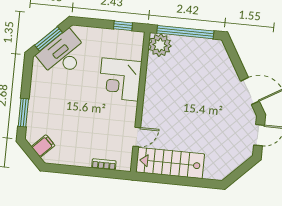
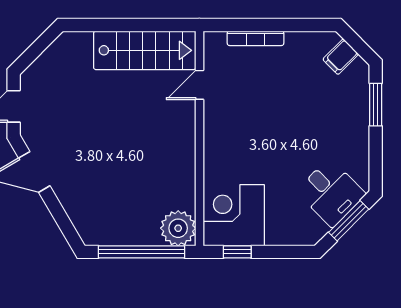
desk: (63, 55) -> (331, 193), width x0.73
corner desk: (120, 79) -> (234, 215), moved, turned -90
bookcase: (104, 164) -> (256, 38), width x1.56

